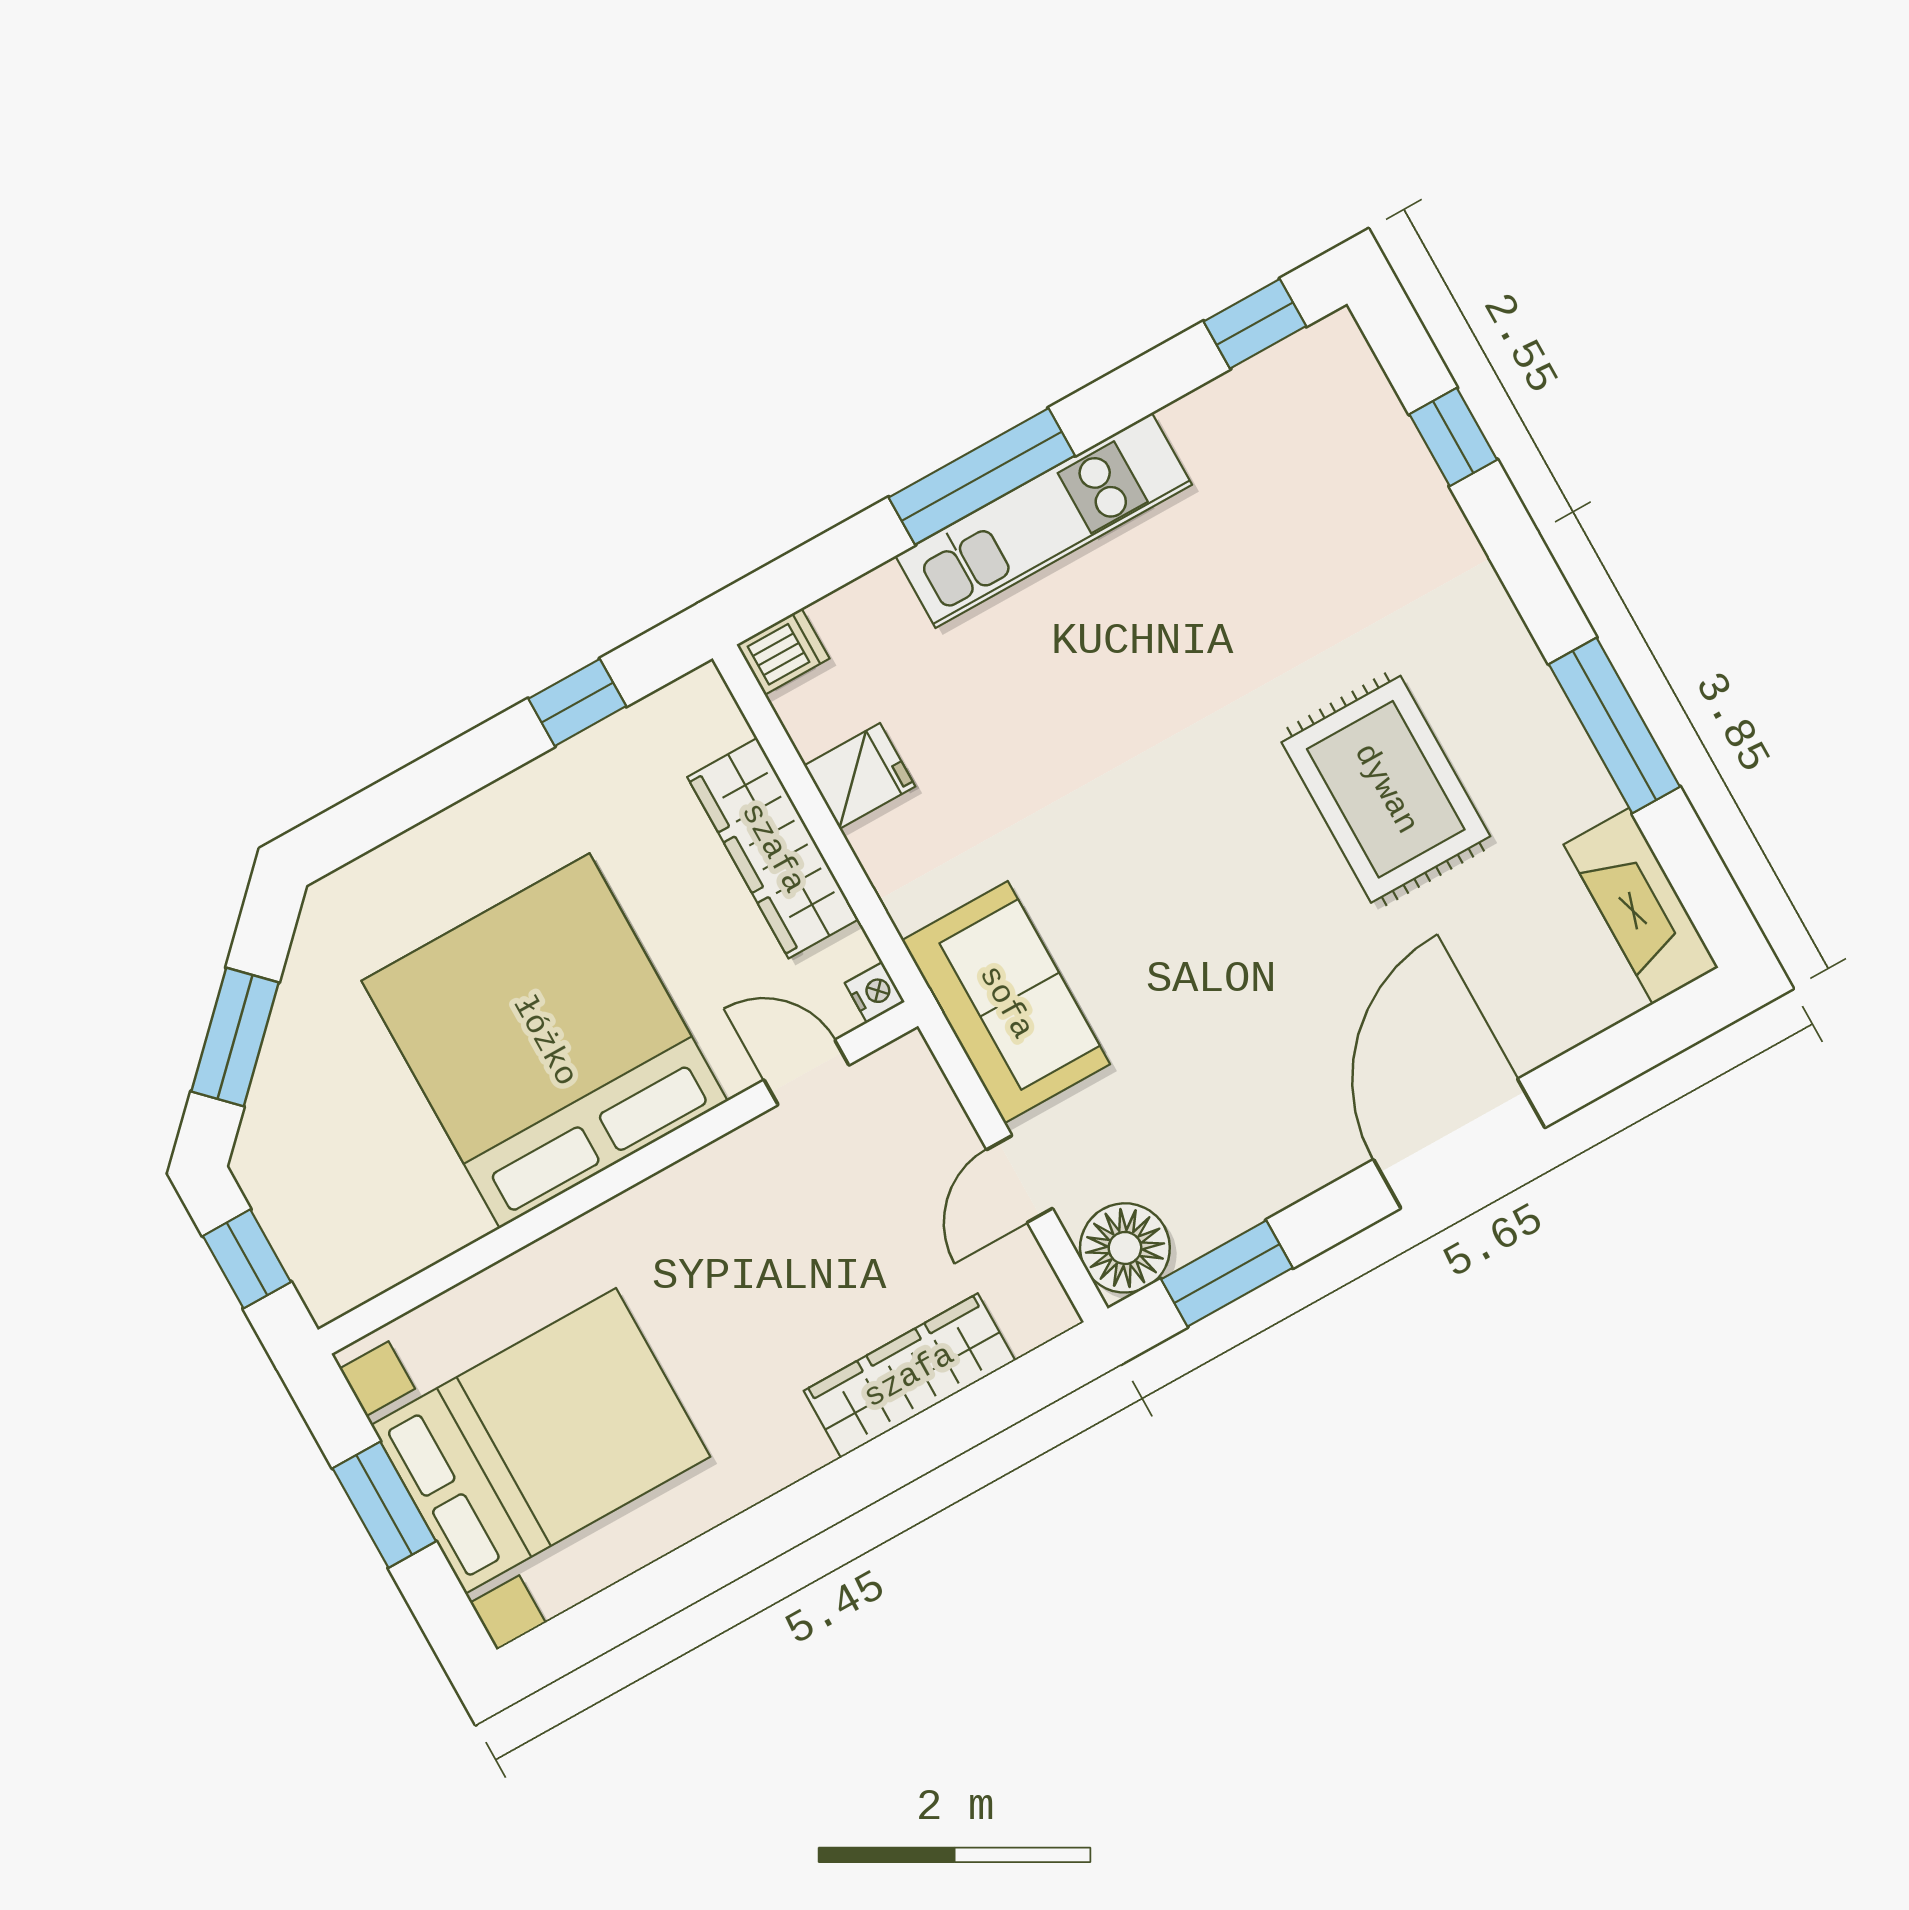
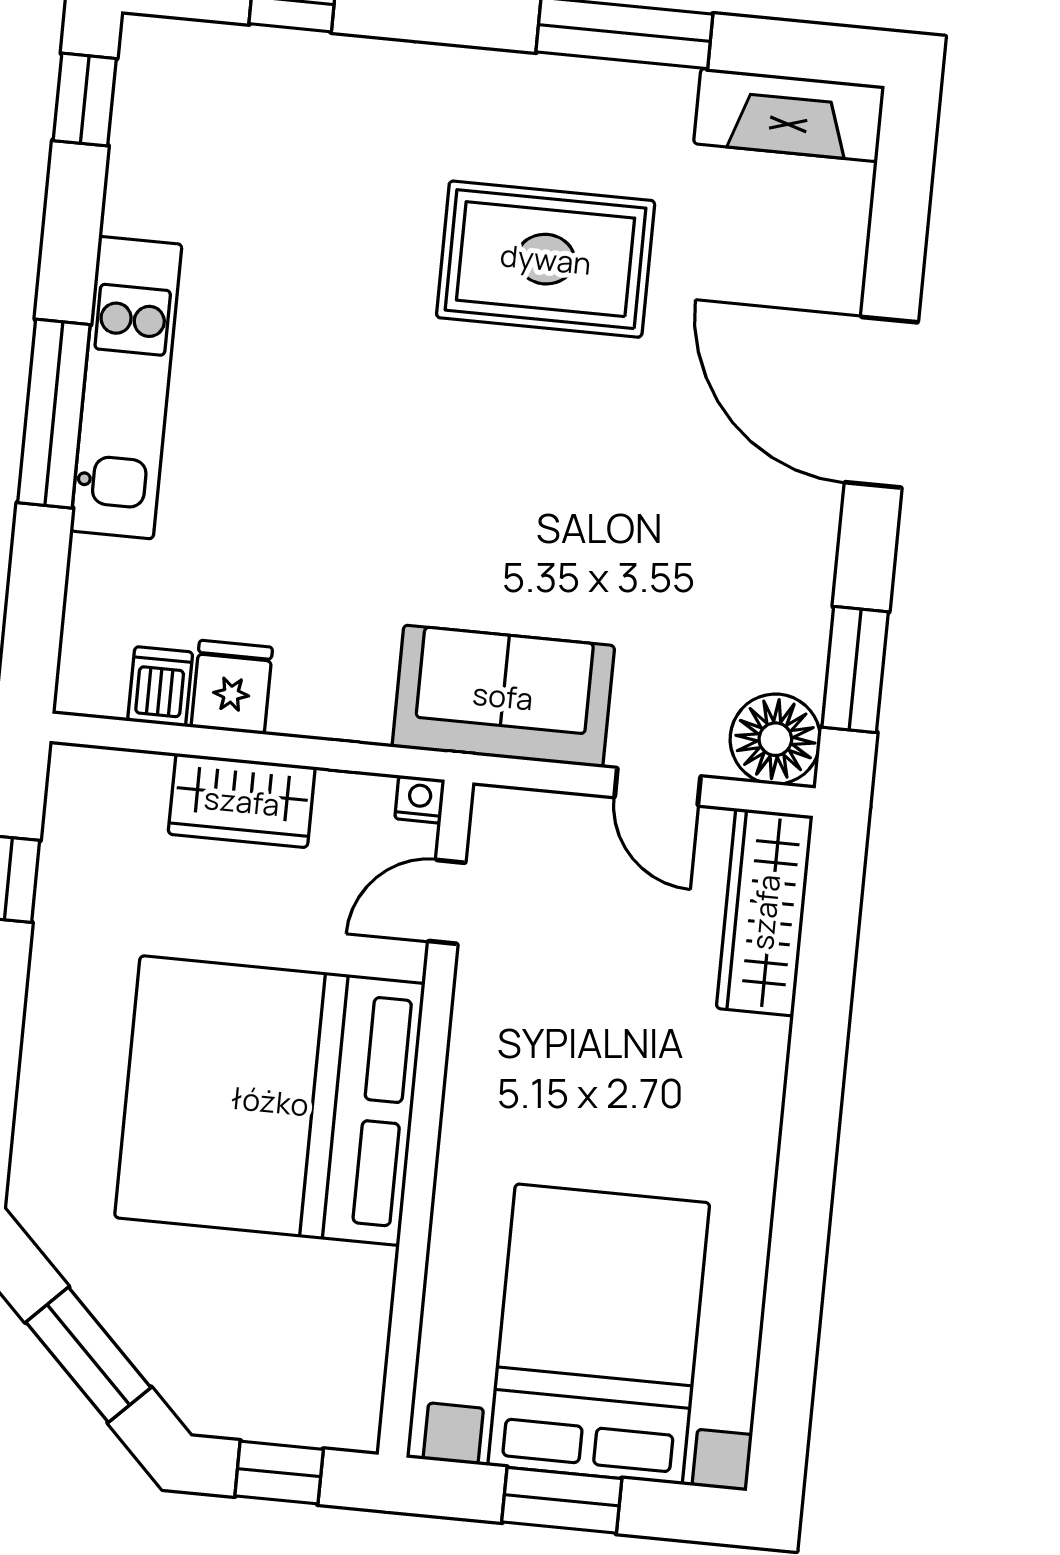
dishwasher: (783, 652) -> (160, 687), moved
wardrobe: (773, 848) -> (242, 801), width x0.67
wardrobe: (909, 1376) -> (765, 912), moved

